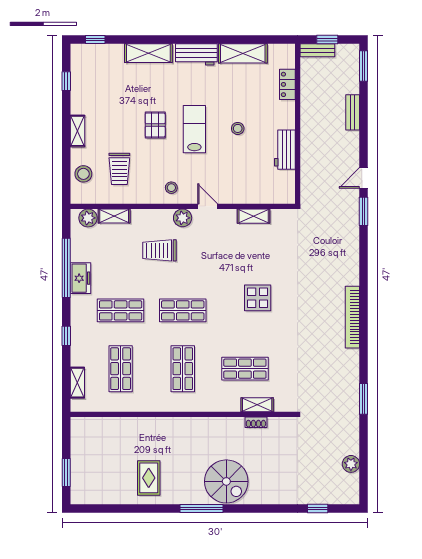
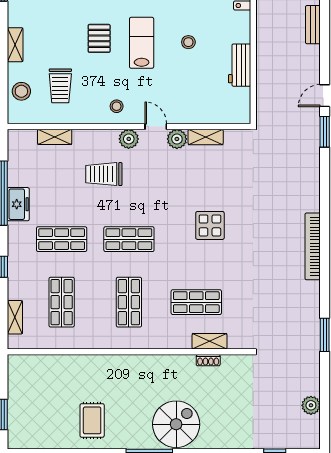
plant: (88, 218) -> (177, 139), moved
spiral stairs: (226, 481) -> (176, 424), turned -90

